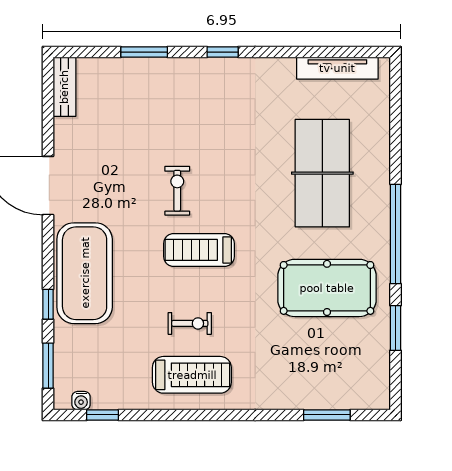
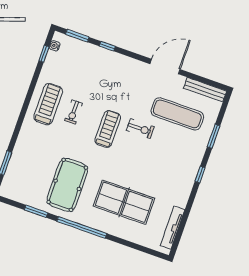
bench: (64, 87) -> (205, 90), width x1.36
exercise mat: (85, 273) -> (177, 114), moved, width x0.68
treadmill: (192, 375) -> (48, 104), turned 180

